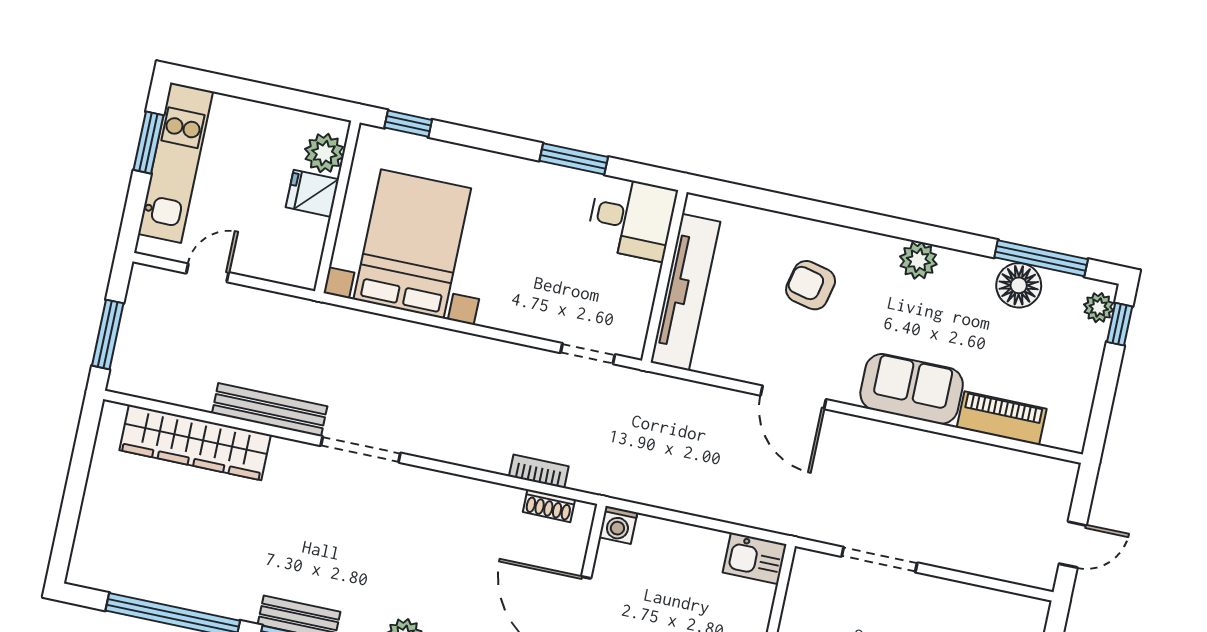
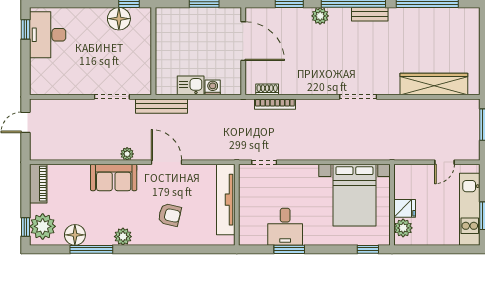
desk: (632, 218) -> (285, 227), moved, turned -90
window: (1041, 258) -> (91, 249), moved
plant: (1099, 308) -> (43, 226), width x1.88, depth x1.88
bench: (270, 410) -> (161, 106), moved
piano: (1002, 418) -> (38, 184), moved, turned -90
plant: (873, 433) -> (127, 154), added
bookcase: (539, 471) -> (275, 104), width x1.56
washing machine: (618, 525) -> (213, 87), moved
kitchen sink: (755, 558) -> (191, 85), moved

